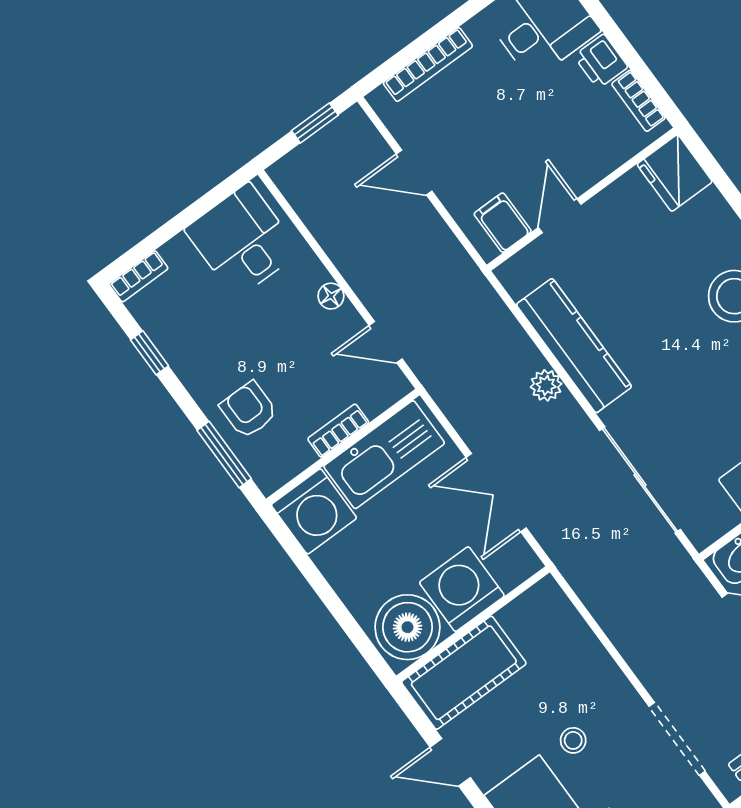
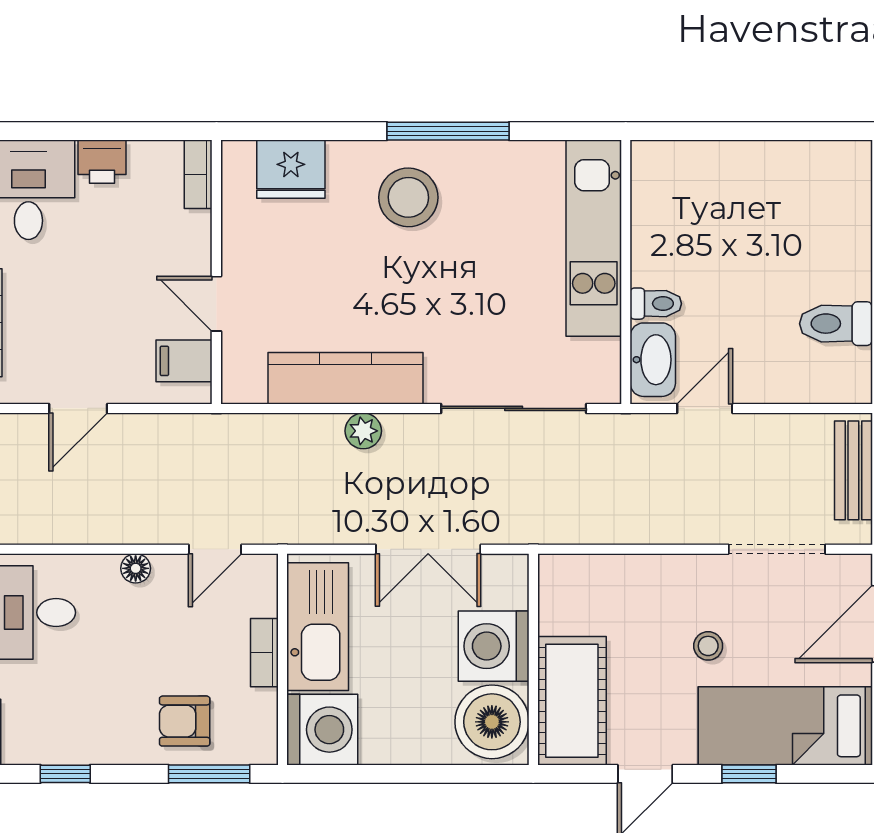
bookcase: (638, 101) -> (198, 174), moved, turned 90
fridge: (675, 173) -> (291, 169), moved

